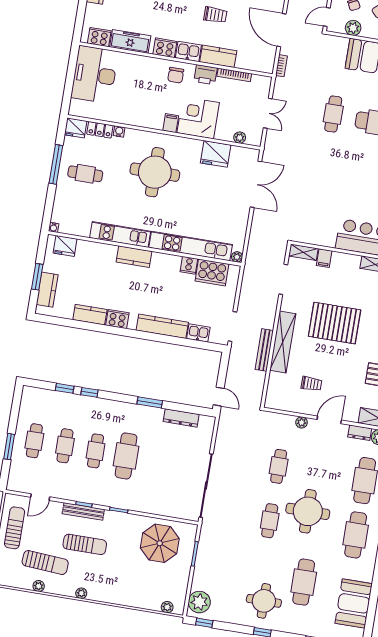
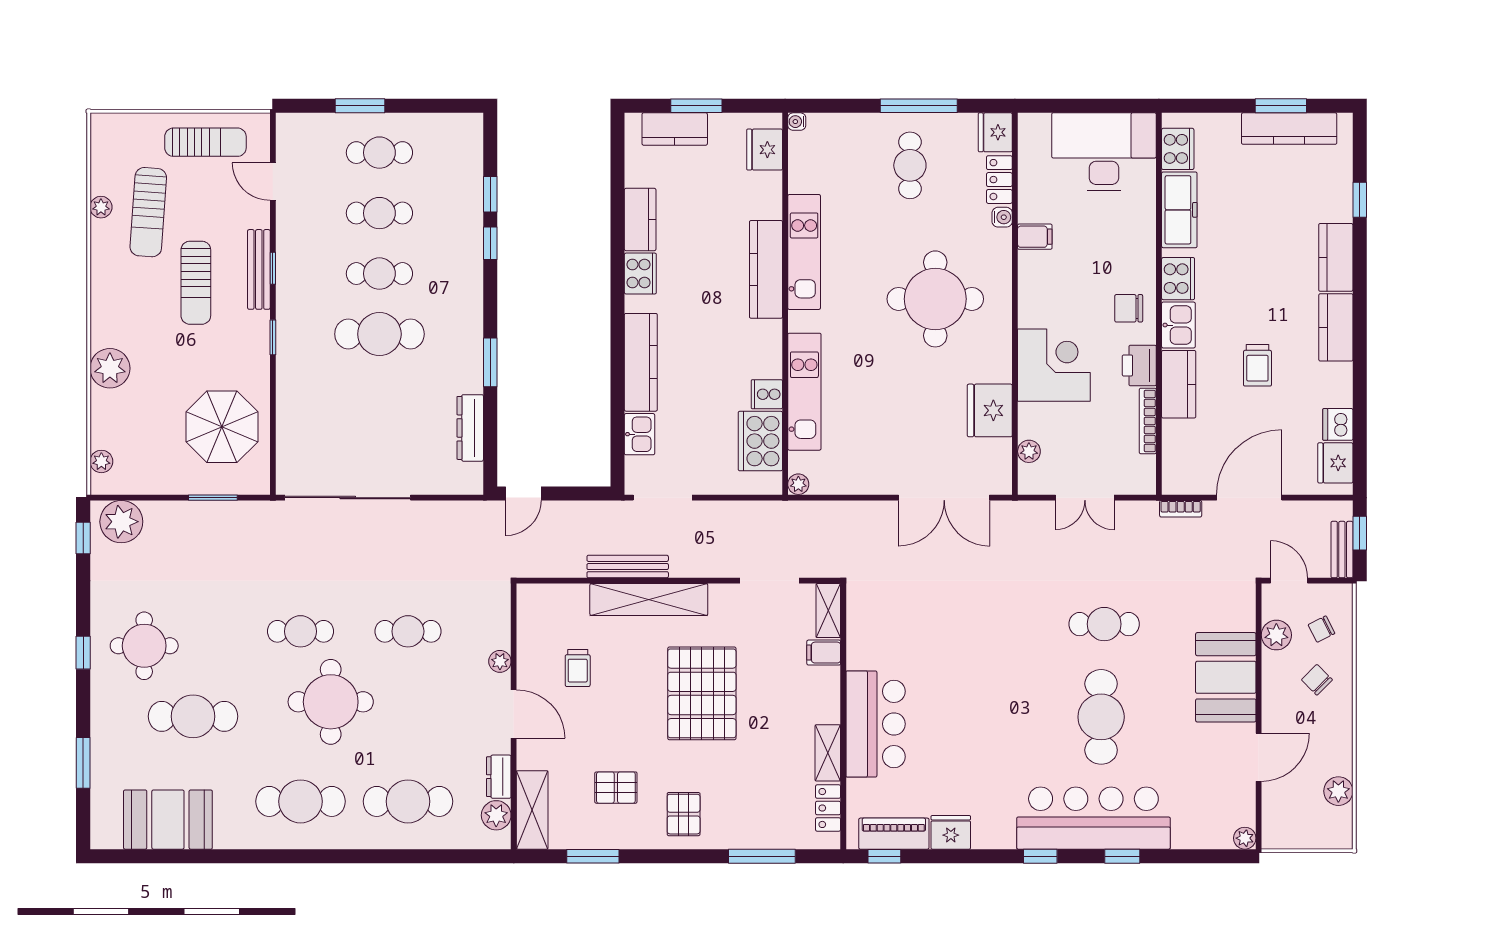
filing cabinet: (171, 123) -> (1035, 237), moved
kitchen unit: (191, 246) -> (804, 392), width x0.73
kitchen counter: (134, 257) -> (766, 269), width x1.50
plant: (81, 593) -> (110, 368), moved, width x1.88, depth x1.88

